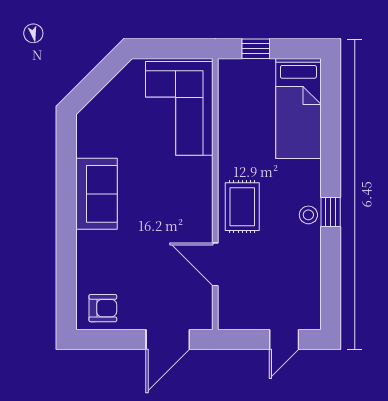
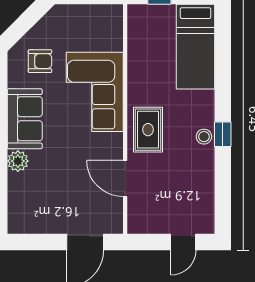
corner sofa: (179, 108) -> (95, 92), moved
plant: (88, 244) -> (18, 161), added
armchair: (103, 308) -> (40, 61), moved

